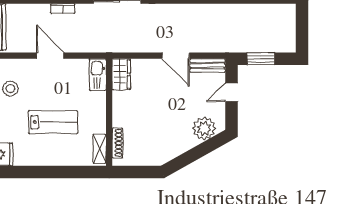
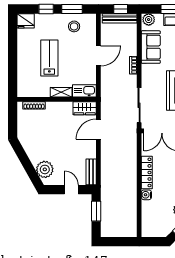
door: (176, 56) -> (98, 129), moved
lab bench: (53, 122) -> (49, 58), turned 180
shelving: (100, 149) -> (61, 92), moved

